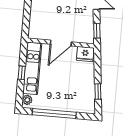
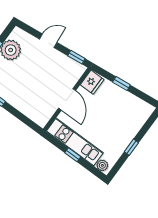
window: (98, 92) -> (121, 84), moved
window: (54, 113) -> (131, 147), width x0.32

